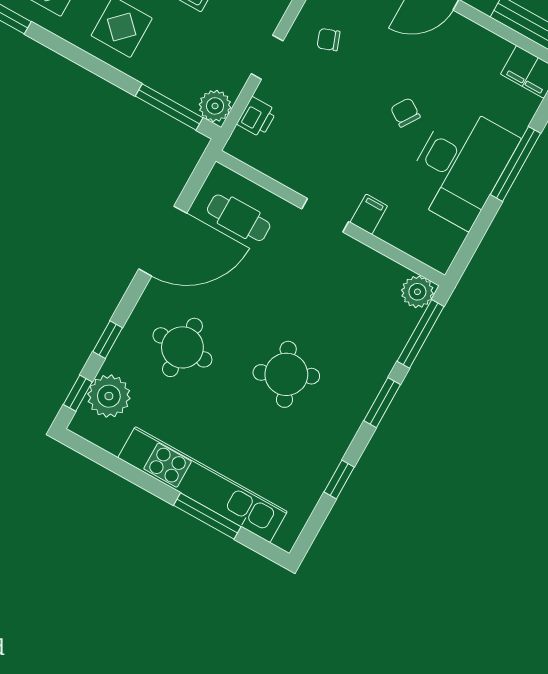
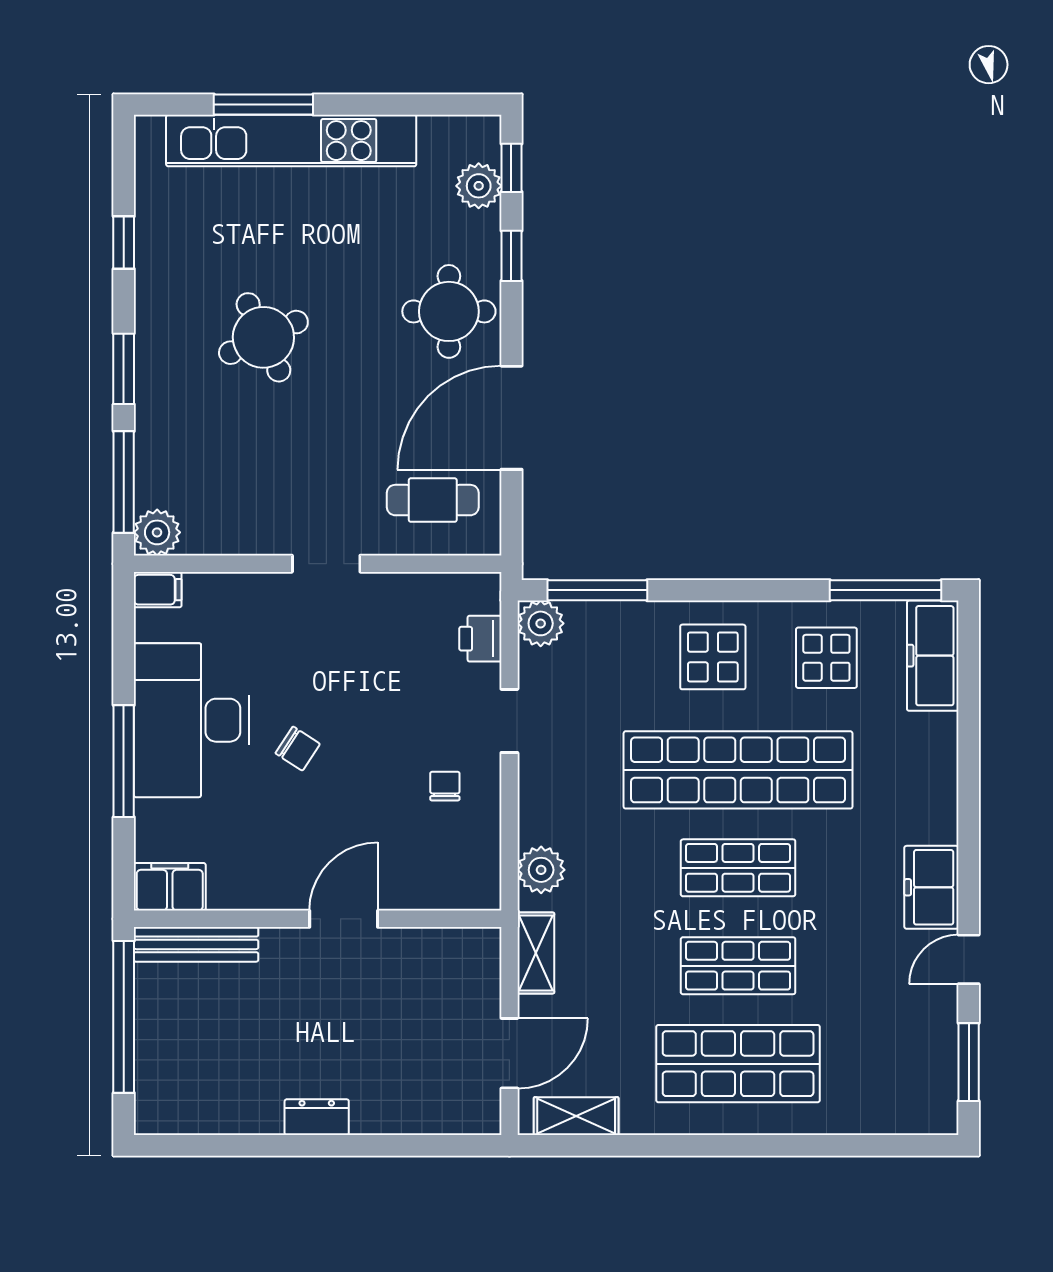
chair: (329, 40) -> (445, 786), turned -70
filing cabinet: (369, 214) -> (158, 590), moved, turned -90
round table: (182, 347) -> (449, 311), moved
plant: (109, 396) -> (479, 186), width x0.73, depth x0.73

